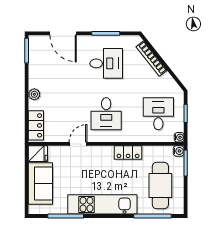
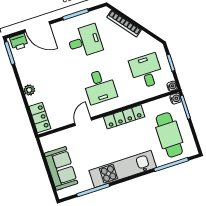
printer: (40, 42) -> (19, 42), added
locker: (128, 152) -> (124, 117), width x1.53
fridge: (38, 154) -> (50, 142), removed

